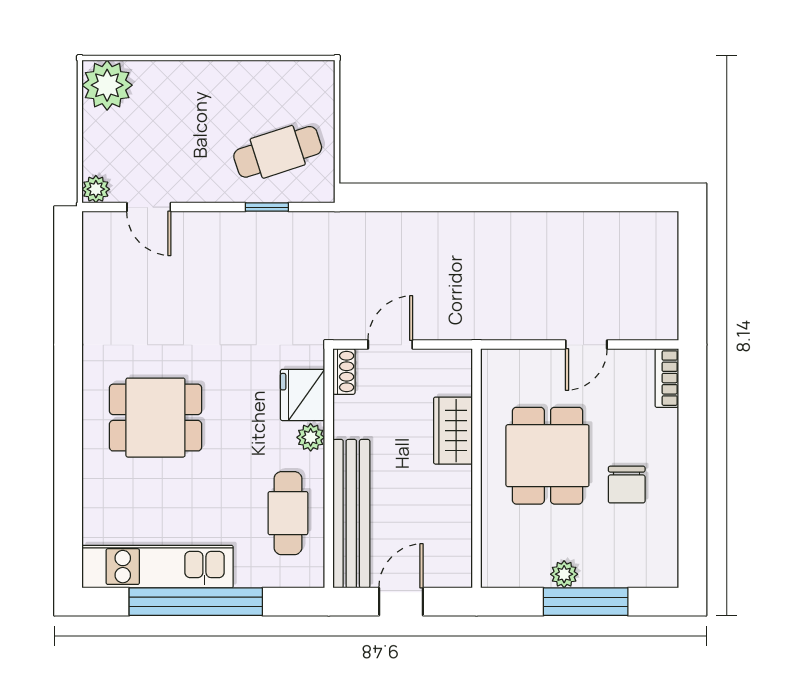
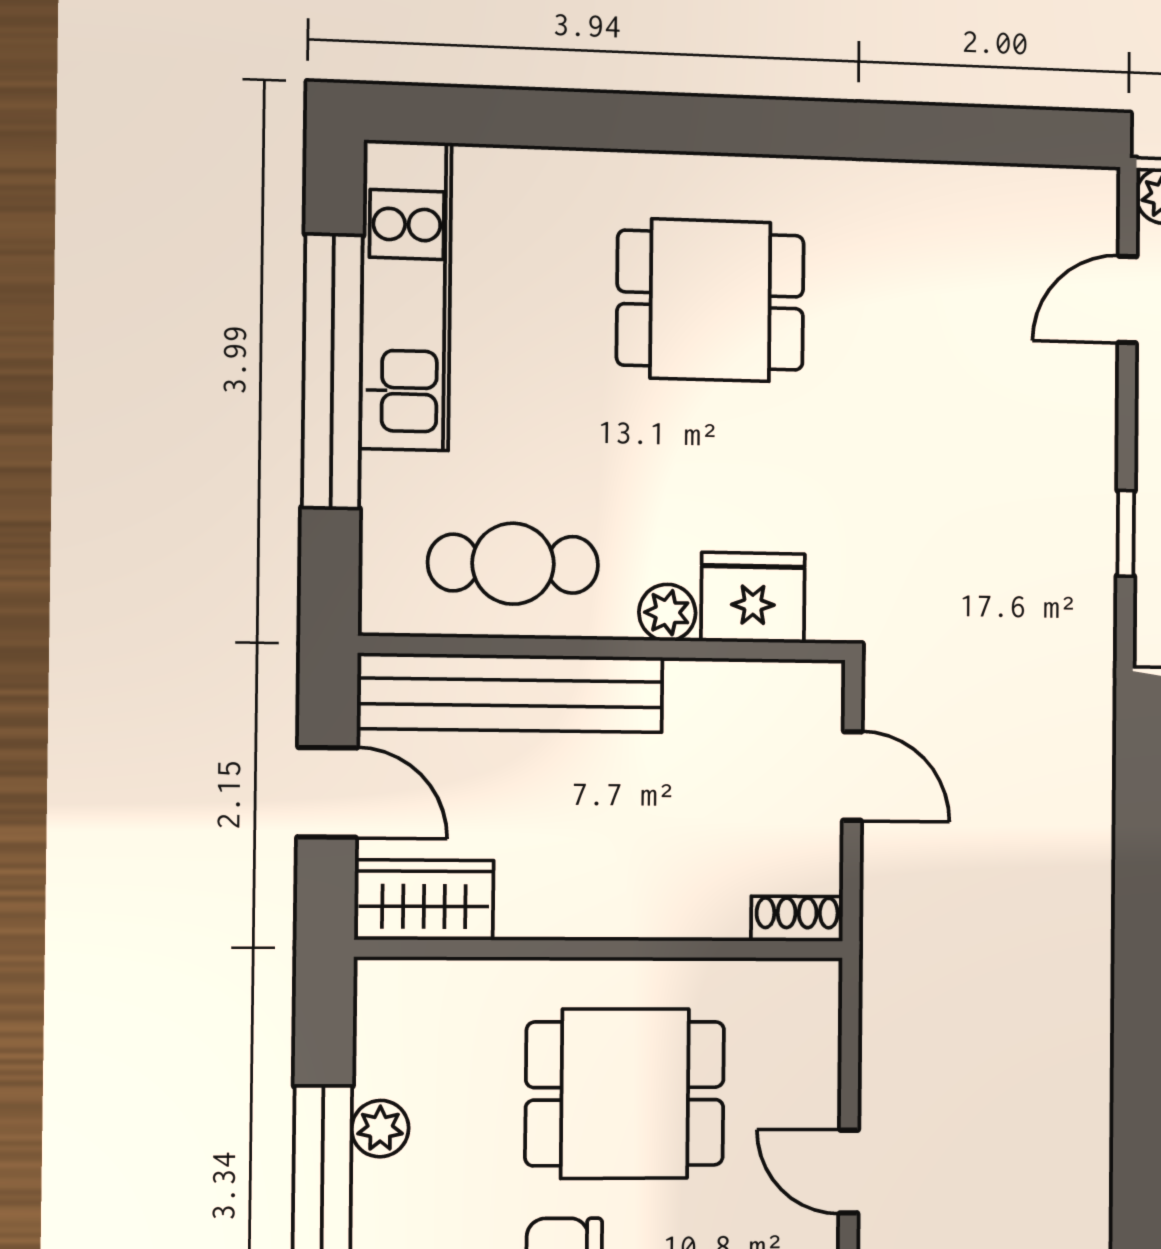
shoe rack: (344, 372) -> (797, 919), moved, turned 180
dining table: (155, 418) -> (710, 300), turned 90
wardrobe: (453, 431) -> (424, 900), moved

